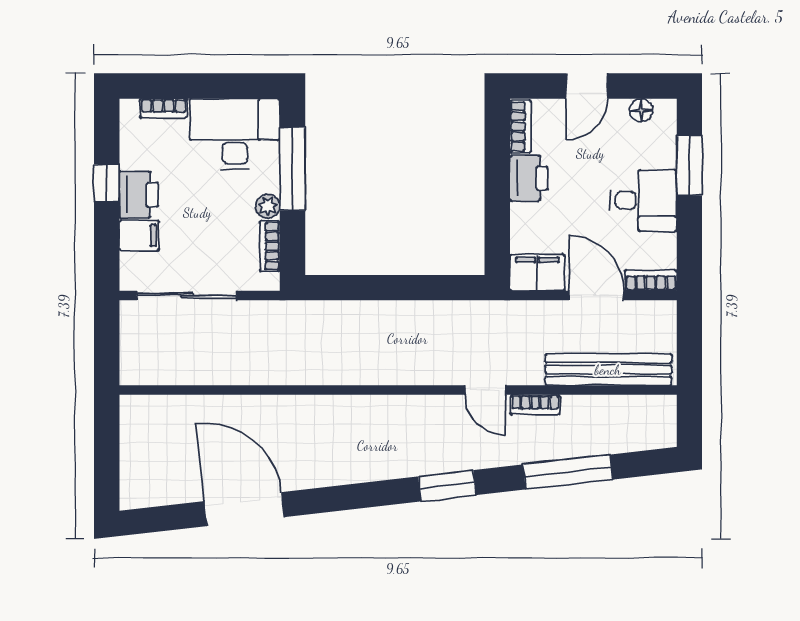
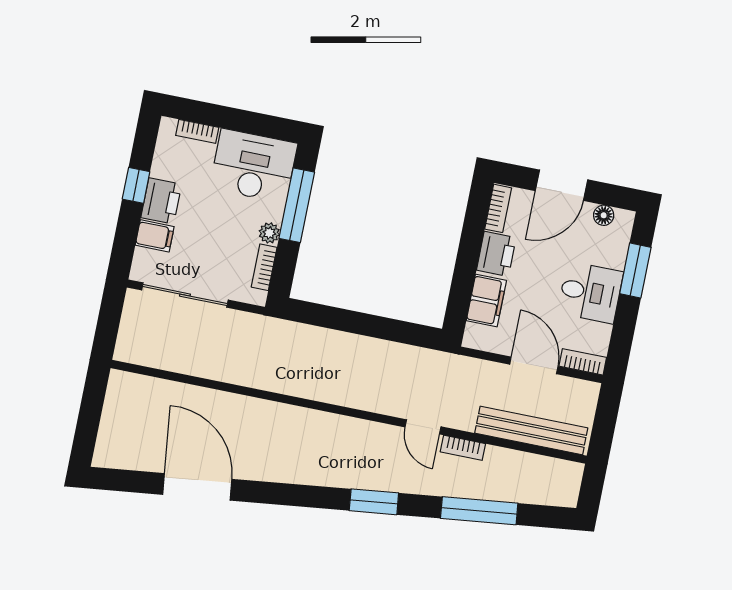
door: (587, 86) -> (562, 185), width x1.38
filing cabinet: (537, 273) -> (486, 301), moved, turned 90

